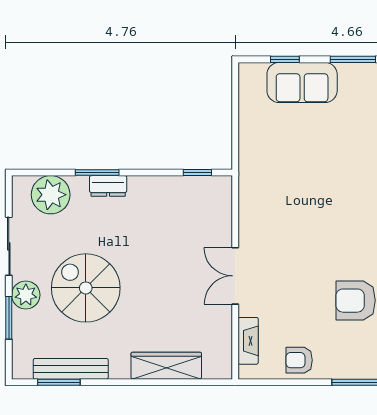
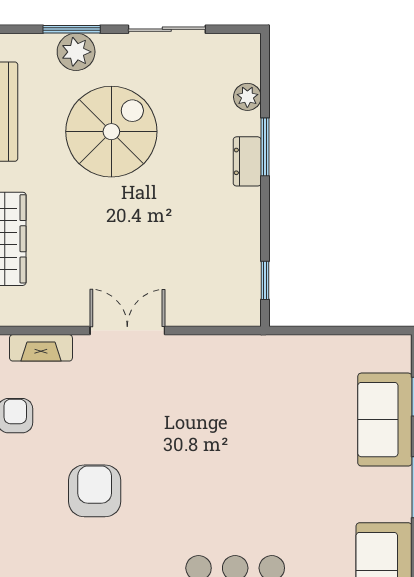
plant: (51, 195) -> (247, 97), width x0.53, depth x0.53
plant: (26, 295) -> (76, 52), moved

